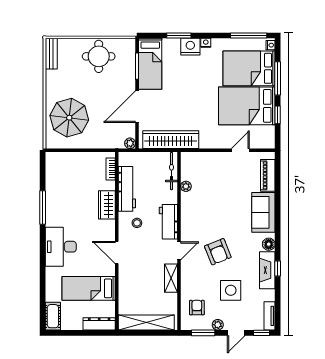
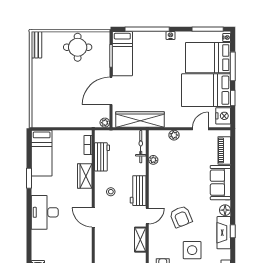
window: (179, 35) -> (147, 29), width x2.11
nightstand: (190, 47) -> (223, 116), moved, turned 90
parasol: (69, 118) -> (52, 100), removed
plant: (210, 158) -> (174, 135), added
workbench: (127, 189) -> (102, 157), width x0.73
window: (43, 207) -> (29, 178), width x0.69
bed: (89, 288) -> (42, 153), moved, turned -90

